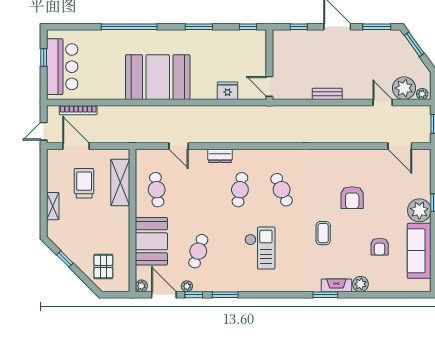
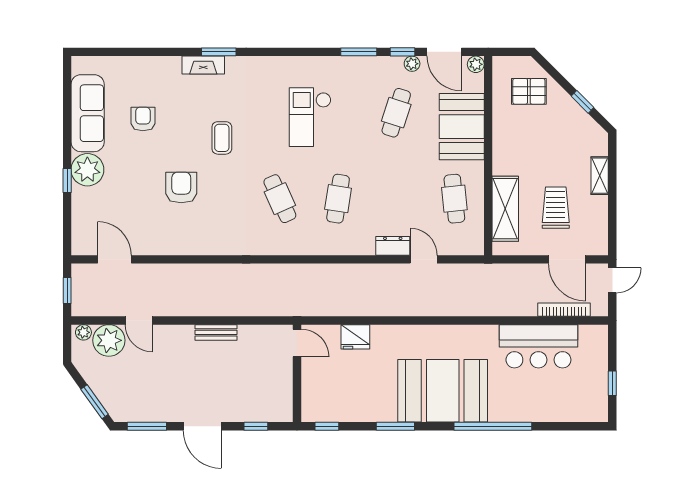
bar counter: (62, 67) -> (538, 346), moved, turned -90
booth: (158, 77) -> (443, 391), moved
dresser: (220, 156) -> (393, 246), moved
trolley: (84, 183) -> (556, 208), turned 180
pallet: (103, 267) -> (529, 91), turned 90
plant: (360, 284) -> (170, 67), removed

